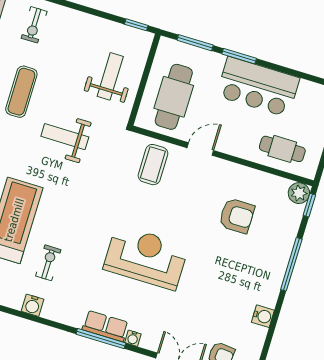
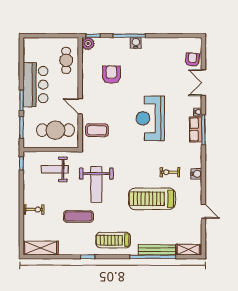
exercise bike: (34, 25) -> (34, 209), moved
weight bench: (65, 137) -> (96, 184), width x1.36, depth x1.33
water cooler: (263, 316) -> (136, 43), moved

